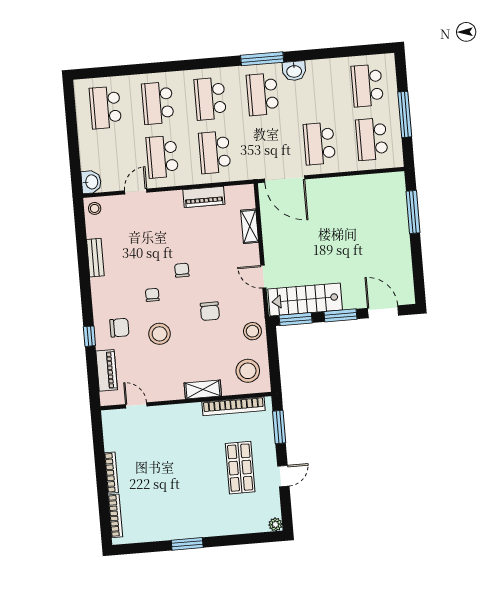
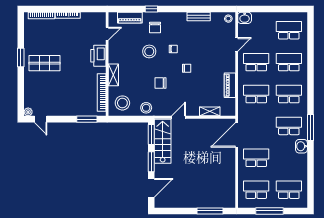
door: (136, 191) -> (237, 44), hinge flipped
printer: (174, 417) -> (98, 56), added
shop shelf: (240, 468) -> (44, 63), moved
door: (283, 476) -> (41, 119), moved

